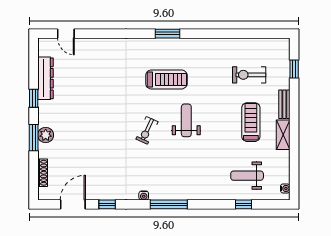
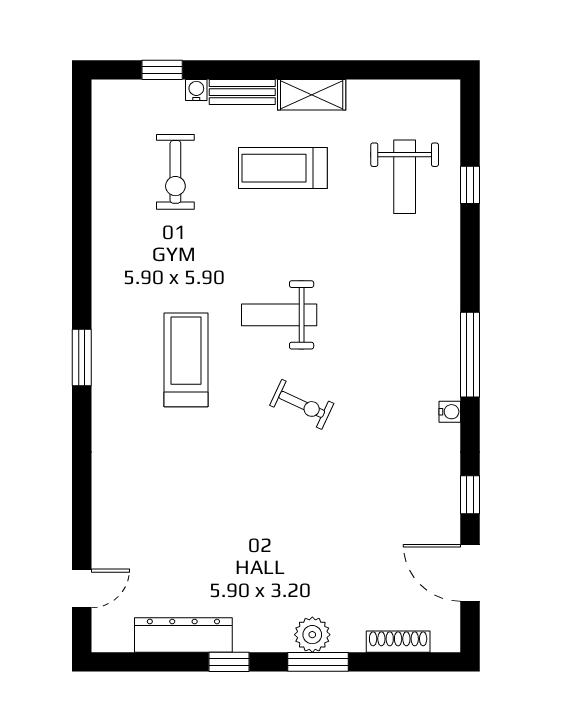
water cooler: (285, 188) -> (196, 90), moved

